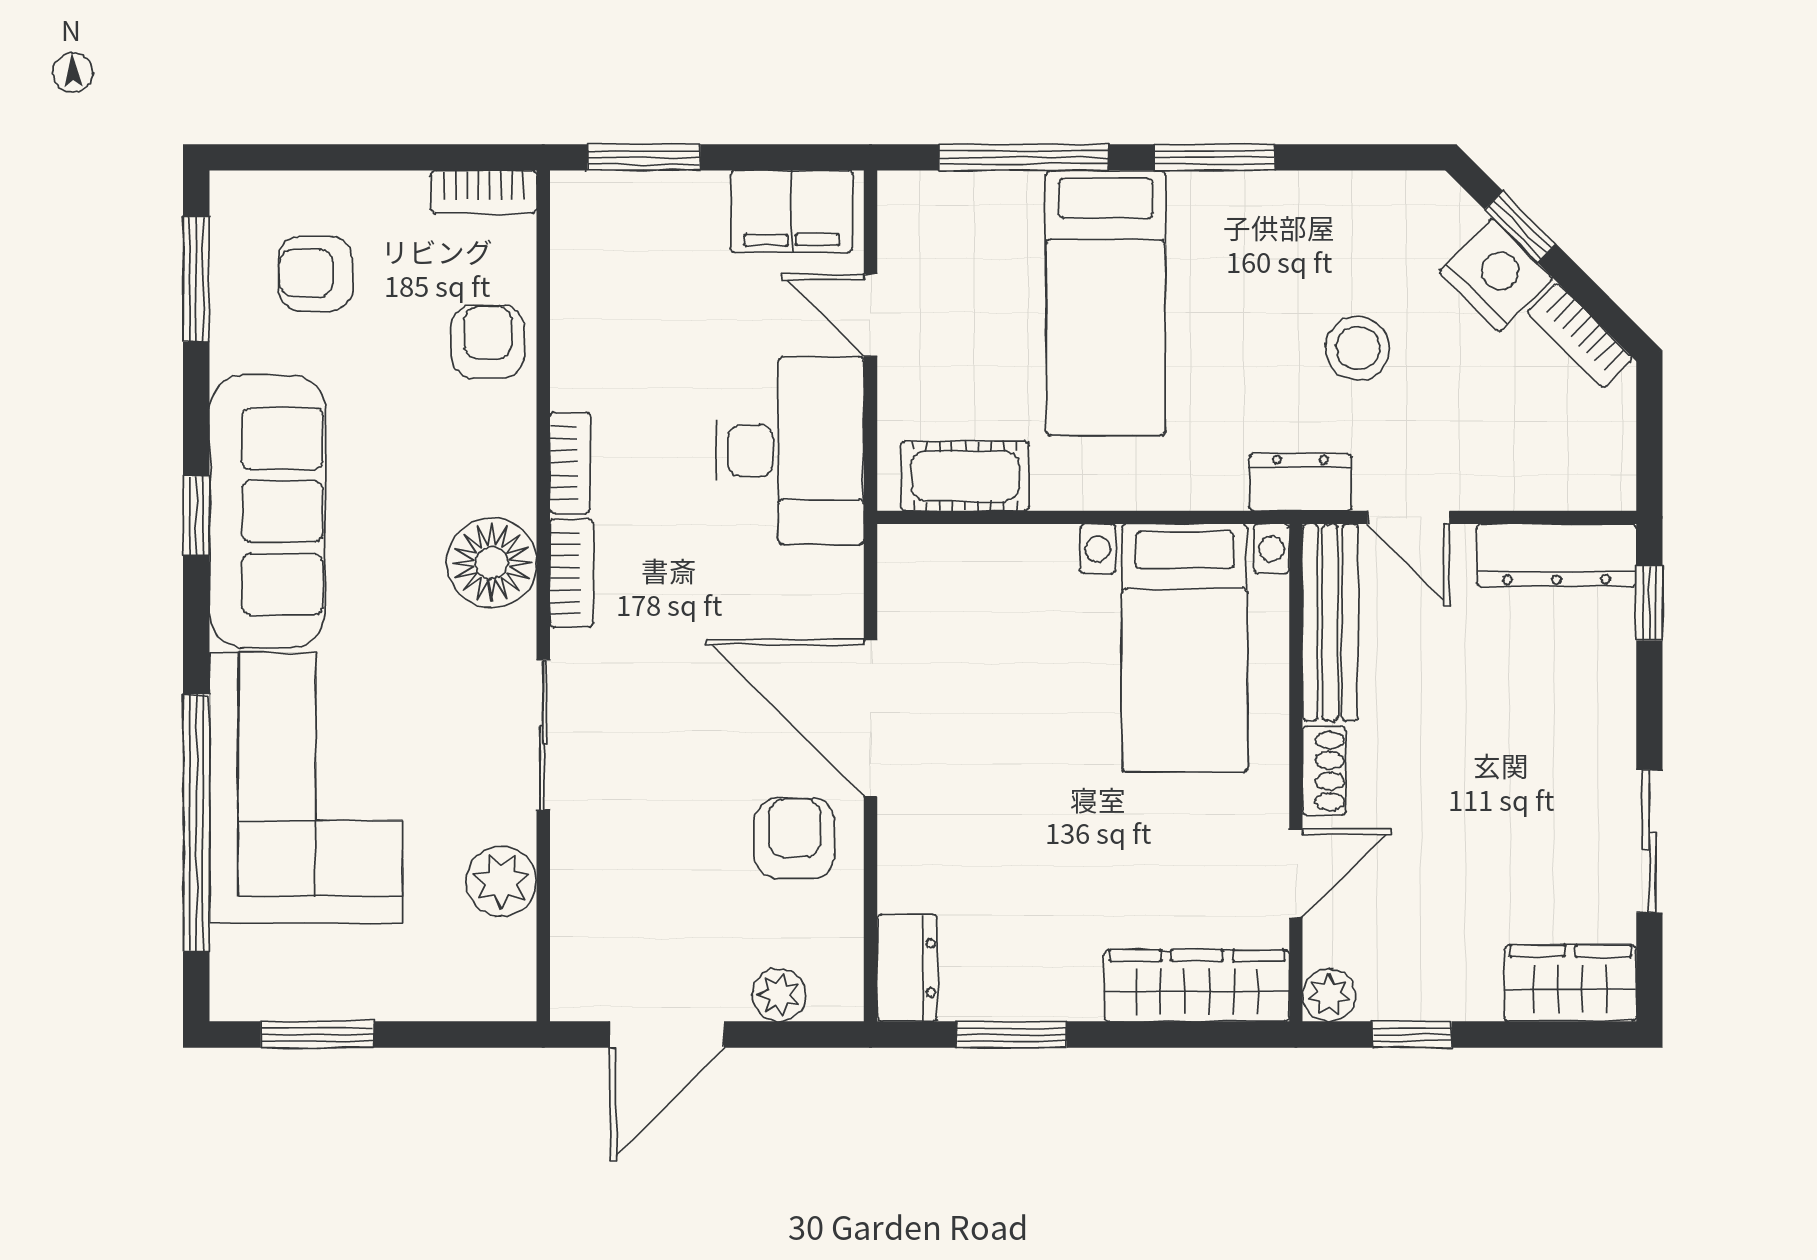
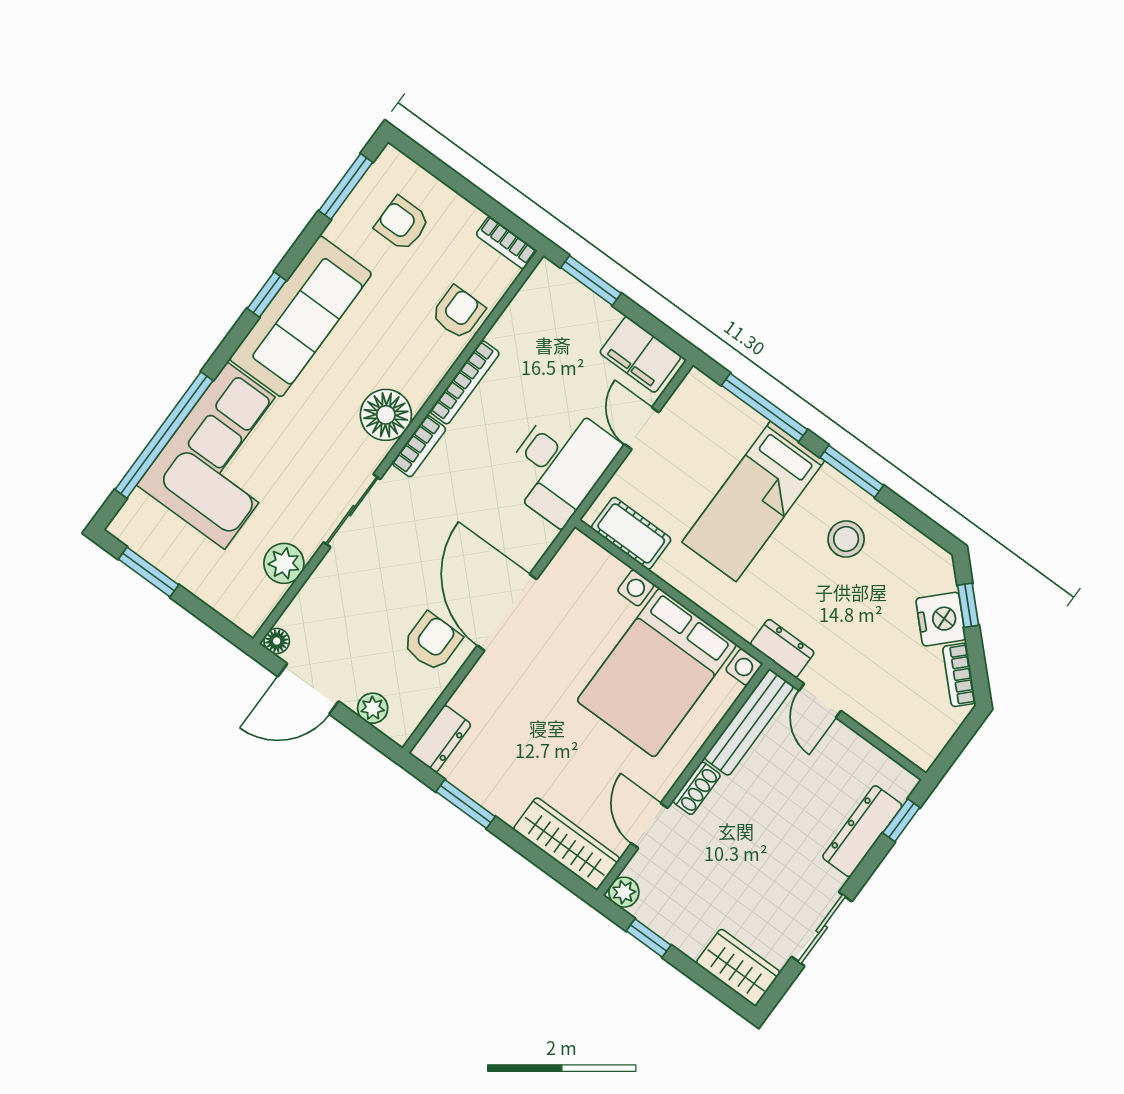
stool: (1358, 348) -> (846, 539), moved
bookcase: (570, 463) -> (465, 382), width x1.56
dresser: (1556, 555) -> (862, 831), moved, turned 90
bed with nightstands: (1185, 648) -> (657, 673), width x1.36
door: (1296, 873) -> (649, 826), swing flipped
floor lamp: (572, 999) -> (277, 641), added

